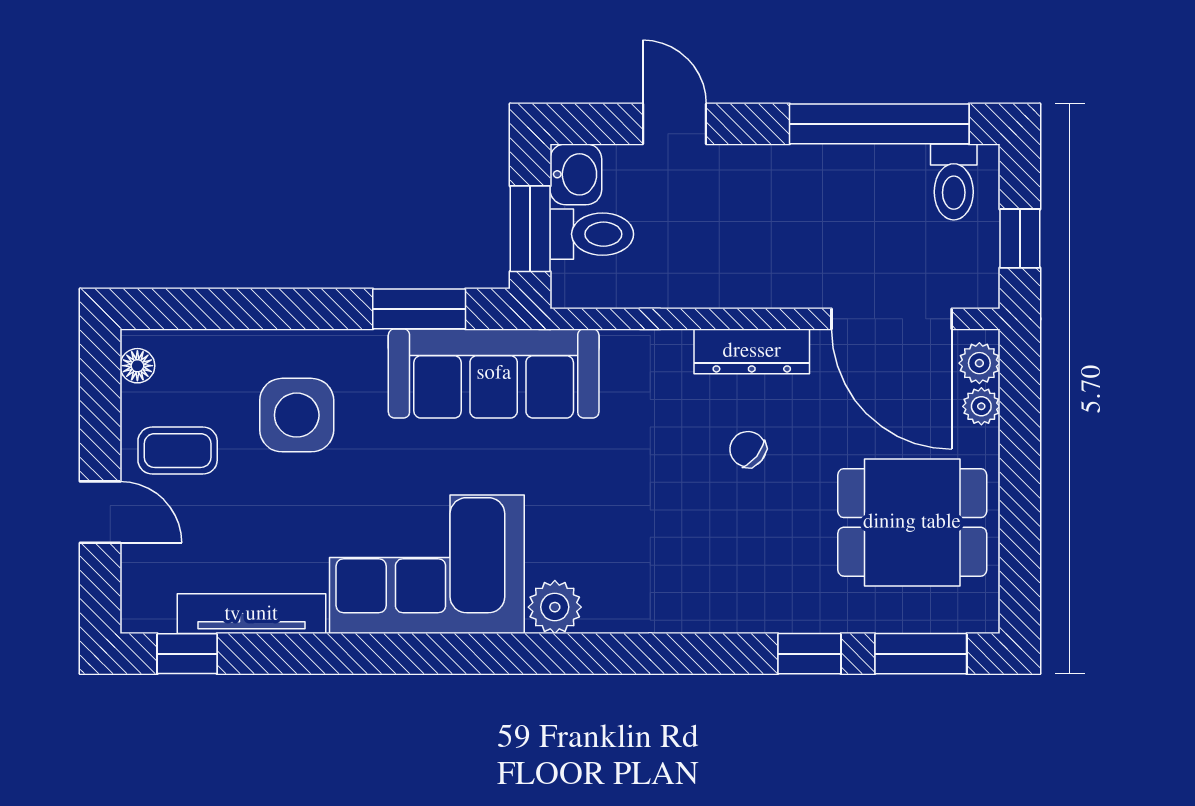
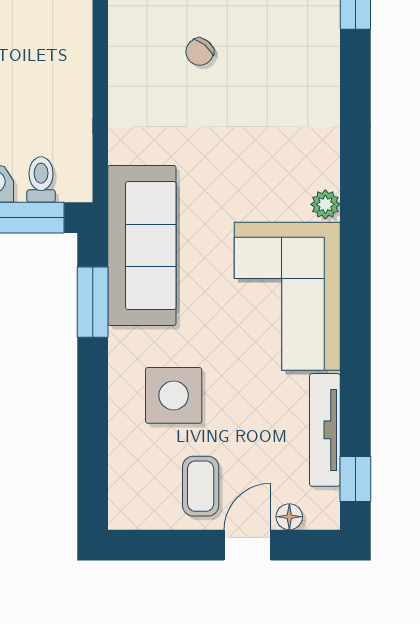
toilet: (592, 234) -> (41, 180), width x0.73, depth x0.72
dresser: (752, 351) -> (125, 49), removed
floor lamp: (137, 366) -> (289, 517), moved
plant: (555, 607) -> (325, 204), width x0.73, depth x0.73

